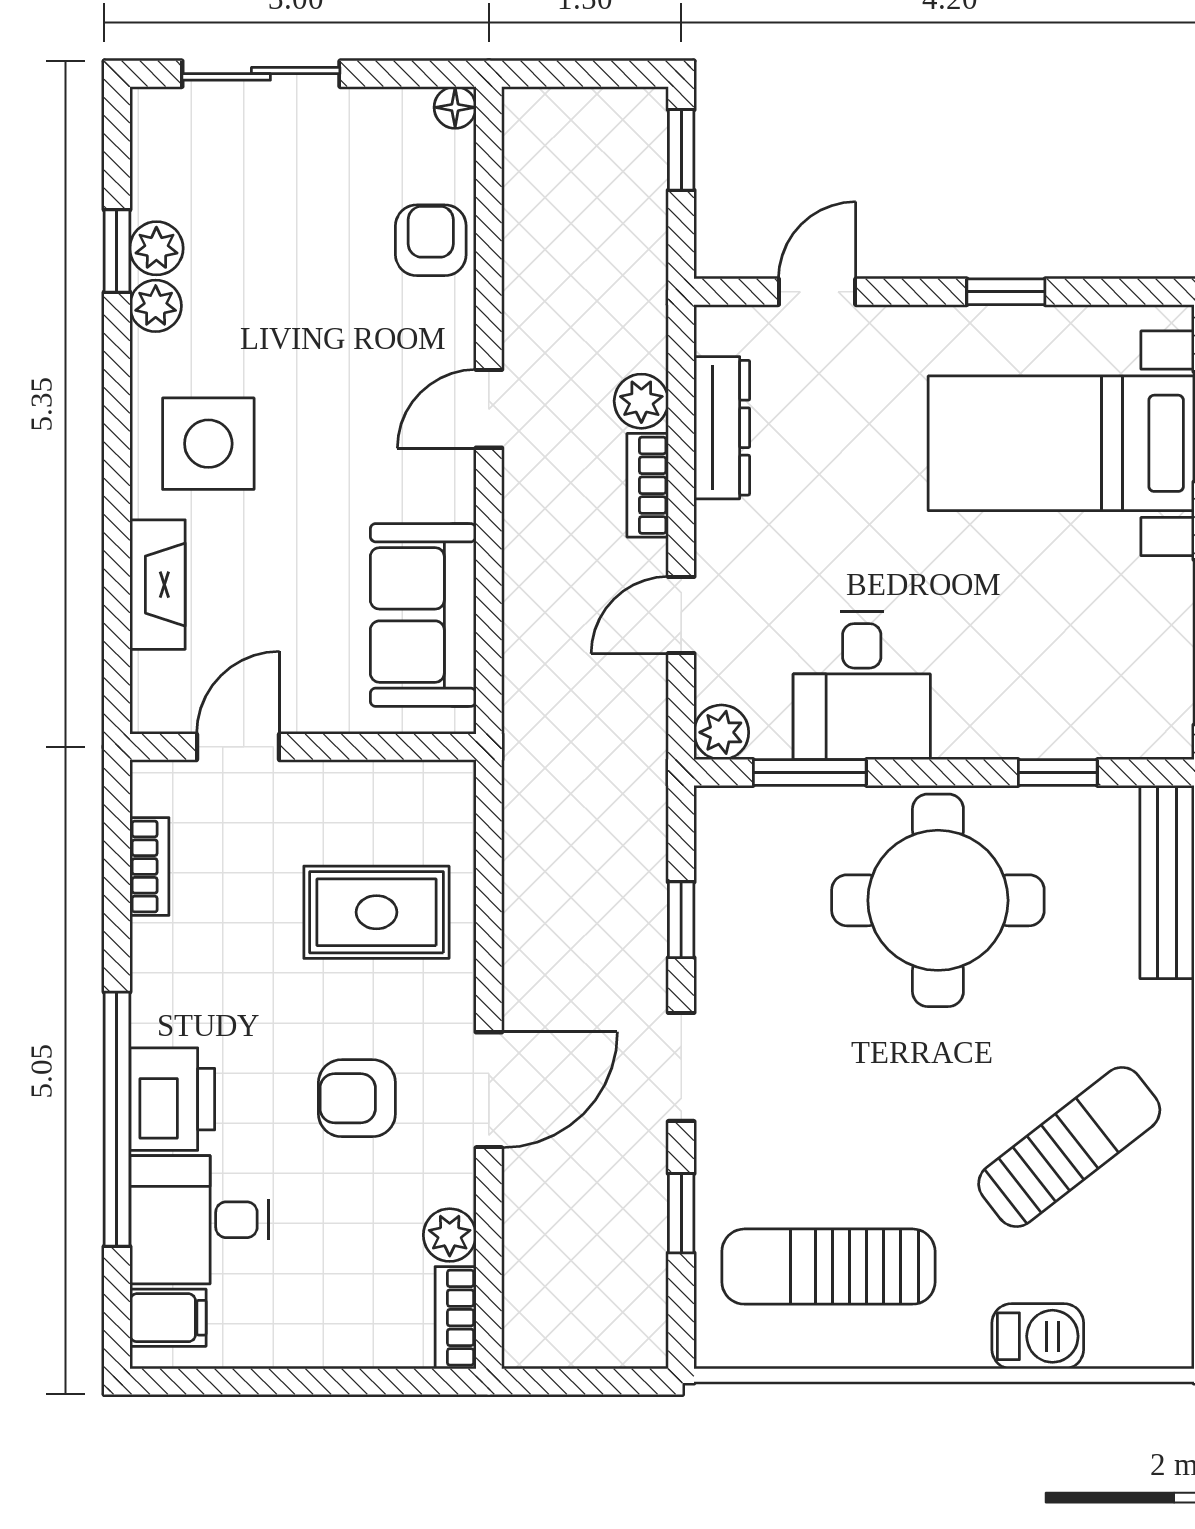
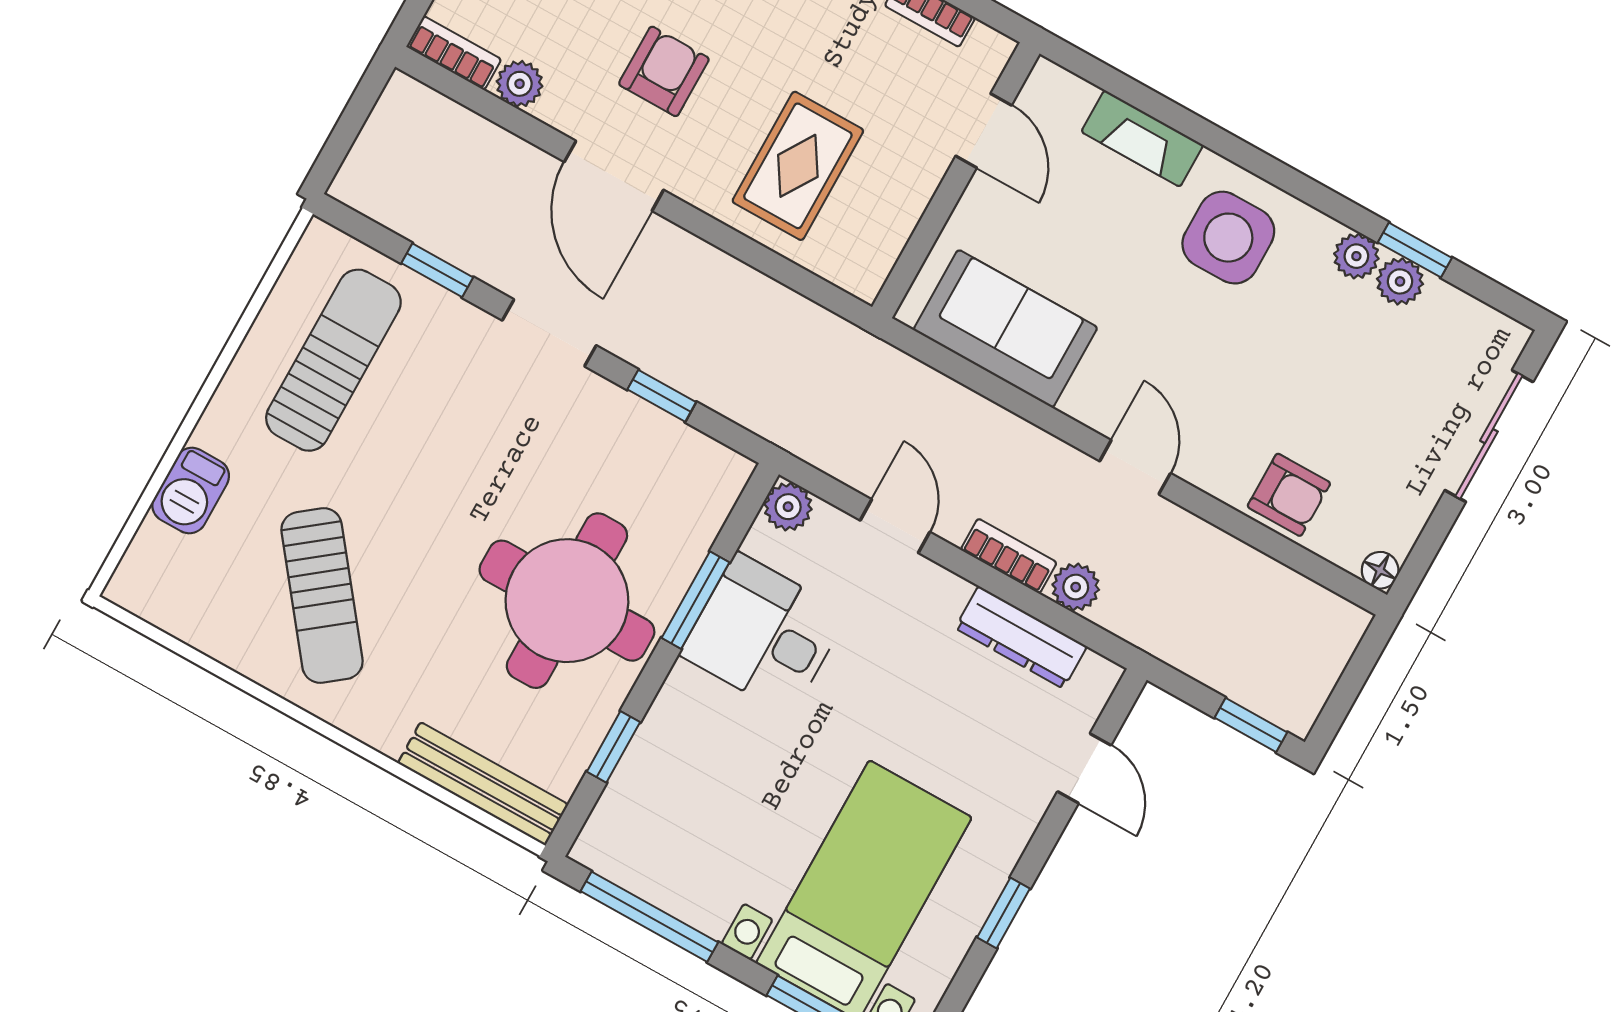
window: (810, 773) -> (695, 600), moved

